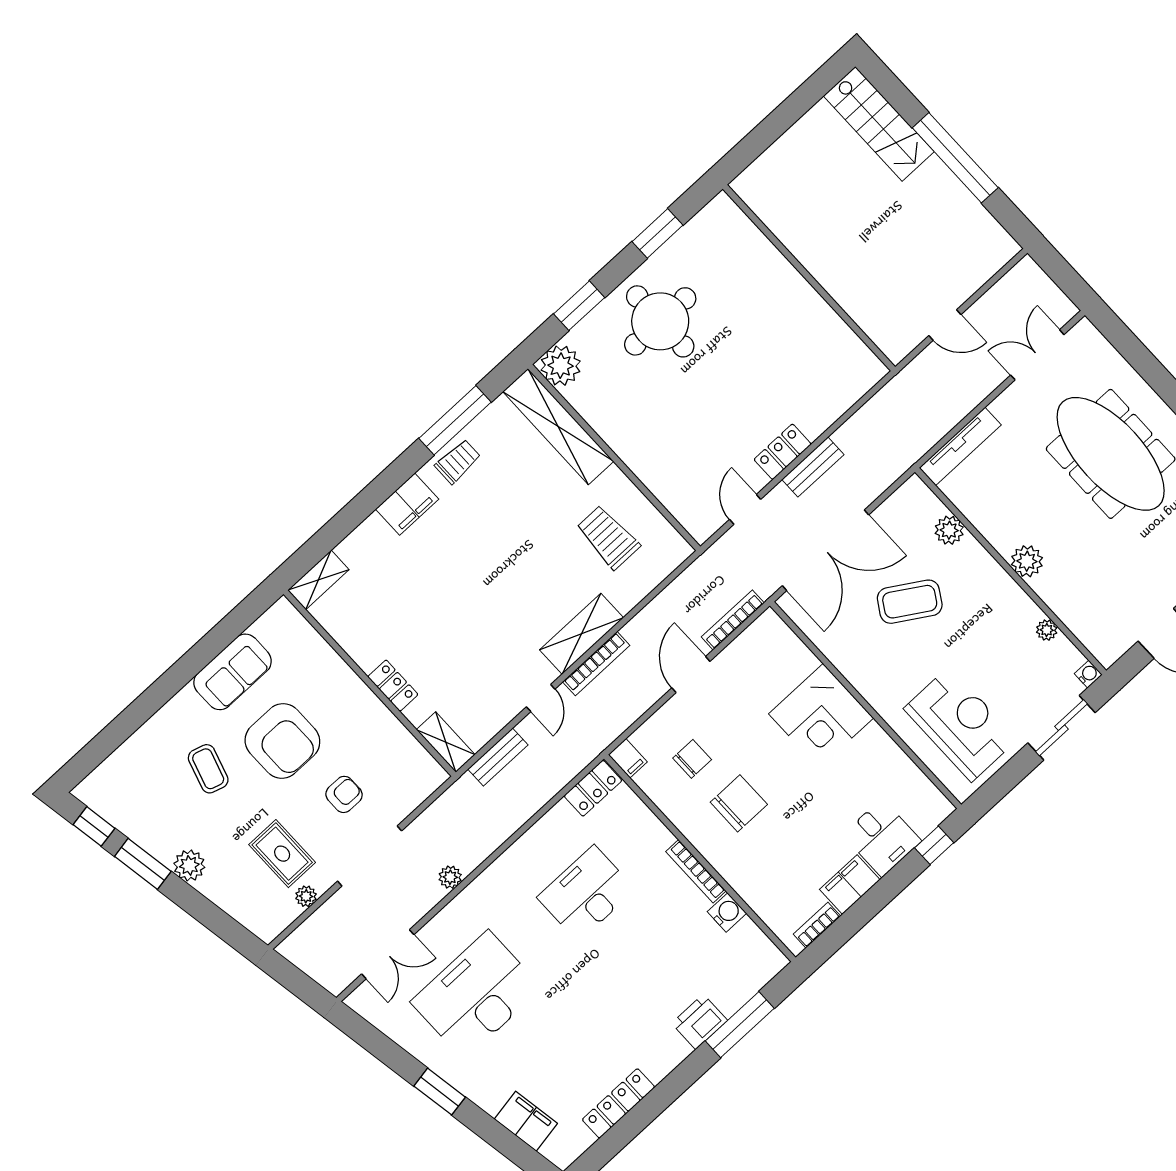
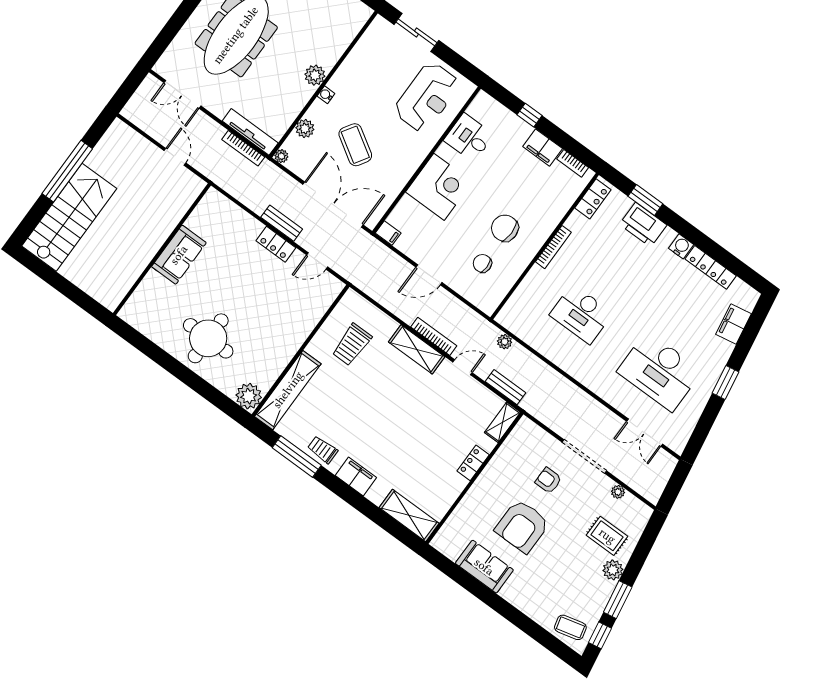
stairs: (879, 124) -> (69, 217), width x1.36, depth x1.51
window: (658, 233) -> (153, 351), removed
sofa: (796, 302) -> (179, 255), added
window: (579, 306) -> (208, 392), removed
shelving: (318, 580) -> (409, 515), width x1.50, depth x1.33
bookcase: (733, 620) -> (243, 148), moved
plant: (1047, 630) -> (281, 156), moved
water cooler: (1088, 674) -> (326, 95), moved
reception desk: (960, 724) -> (427, 97), turned 180
armchair: (282, 741) -> (522, 526), turned 180
filing cabinet: (628, 758) -> (388, 233), moved, turned 90
coffee table: (208, 769) -> (570, 627), moved, turned 59
locker: (593, 788) -> (593, 199), moved, turned 90
desk: (882, 838) -> (469, 138), moved, turned -90
window: (934, 845) -> (529, 115), moved
rug: (282, 854) -> (607, 536), moved, turned 90
plant: (450, 877) -> (505, 342), moved
water cooler: (727, 912) -> (681, 246), moved, turned 90
double door: (388, 954) -> (645, 433), swing flipped
printer: (700, 1022) -> (643, 225), width x1.37, depth x1.19
window: (740, 1025) -> (645, 200), width x0.69

